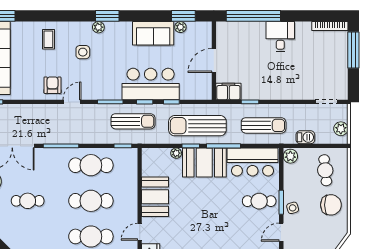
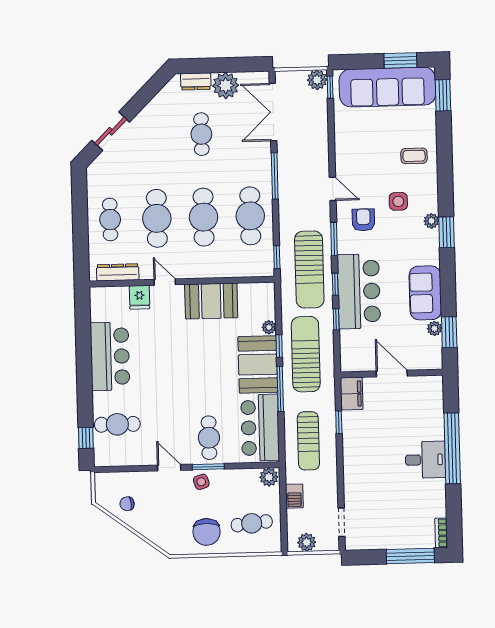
window: (253, 16) -> (452, 448), moved
bookcase: (330, 26) -> (441, 533), width x0.64
armchair: (52, 85) -> (363, 220), moved, turned -90
sun lounger: (133, 121) -> (309, 269), width x1.36, depth x1.34

